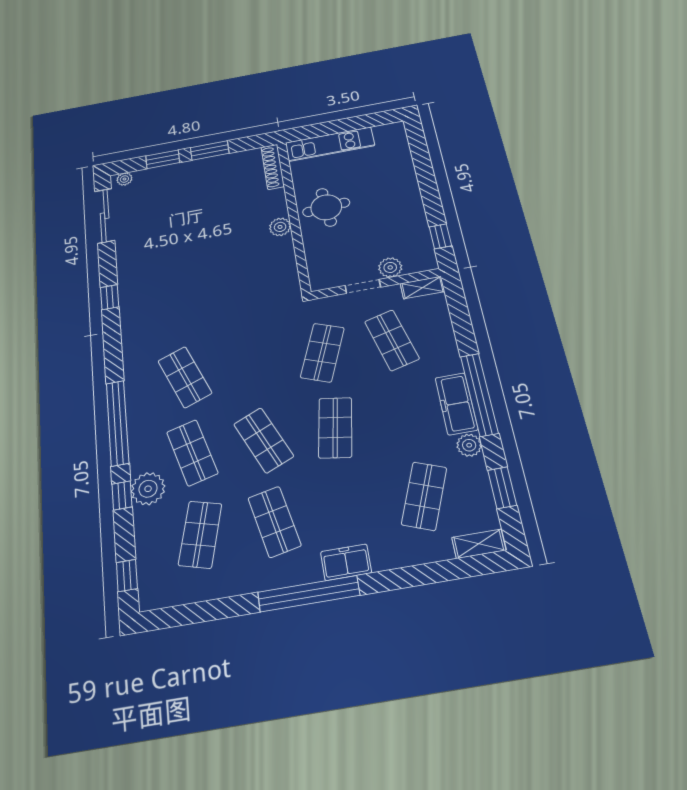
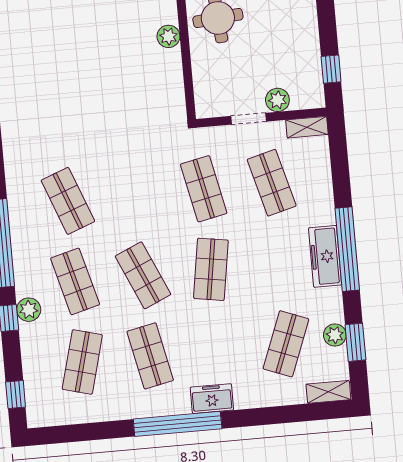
shop shelf: (322, 352) -> (204, 189), turned -33
plant: (469, 445) -> (335, 335), moved
plant: (148, 489) -> (29, 310), width x0.73, depth x0.73

